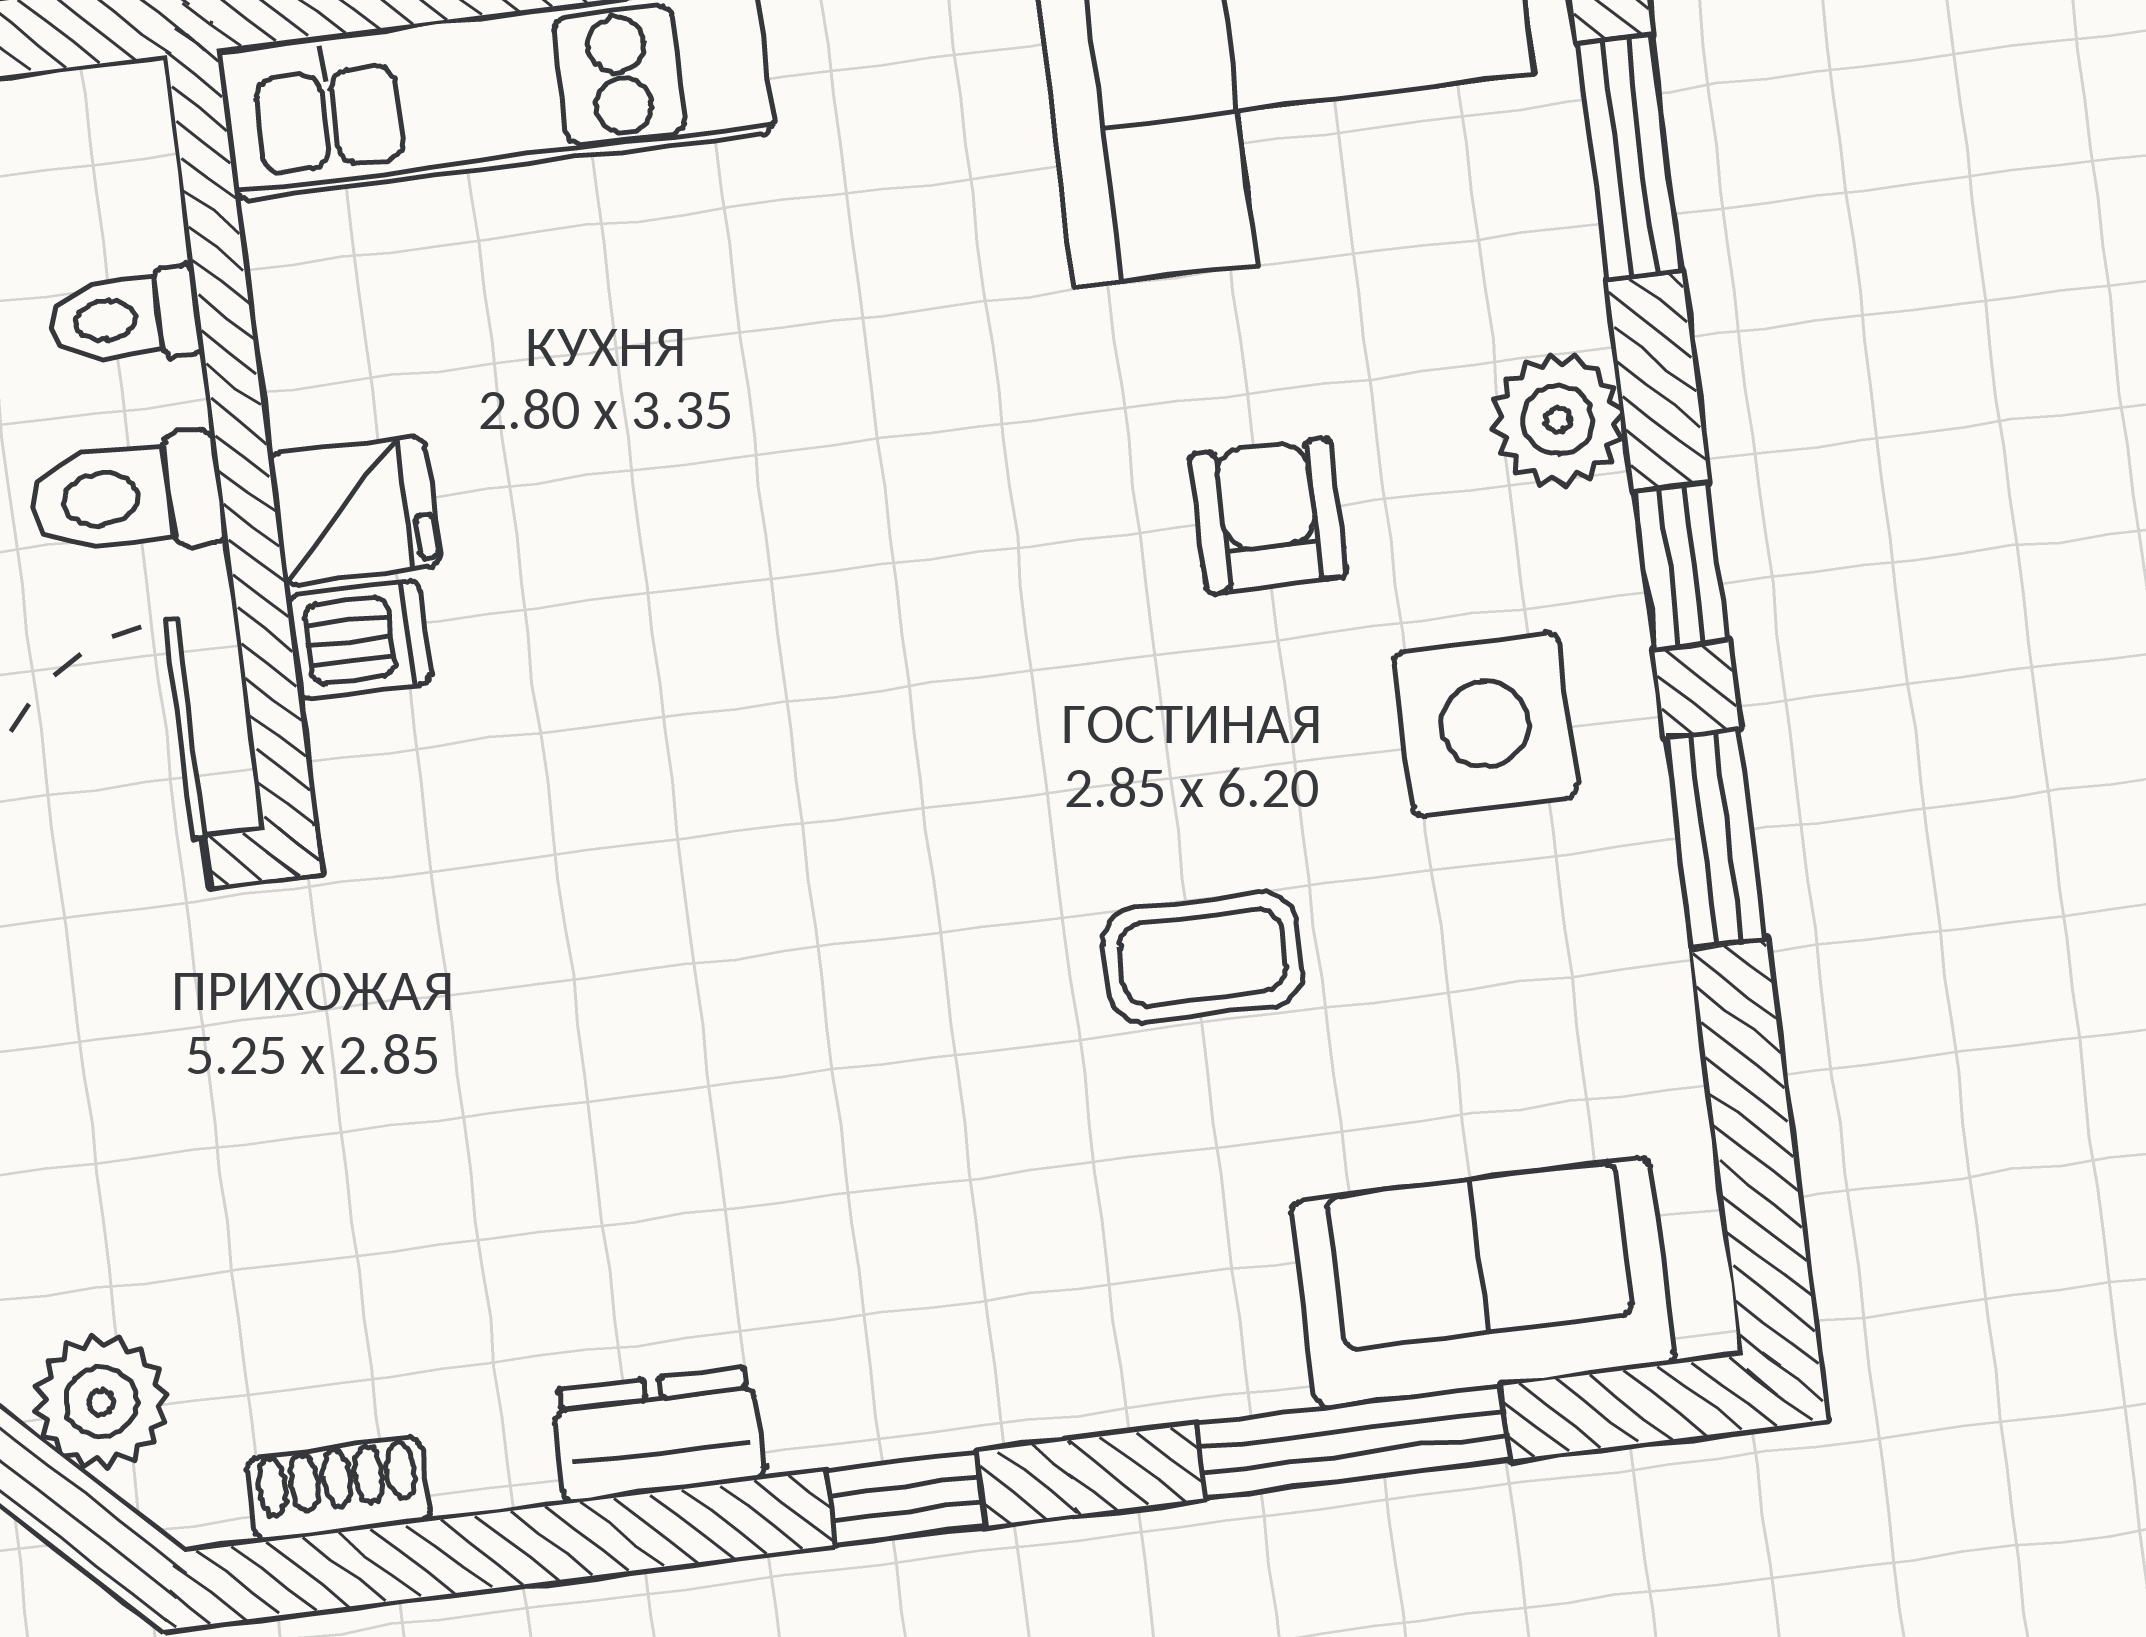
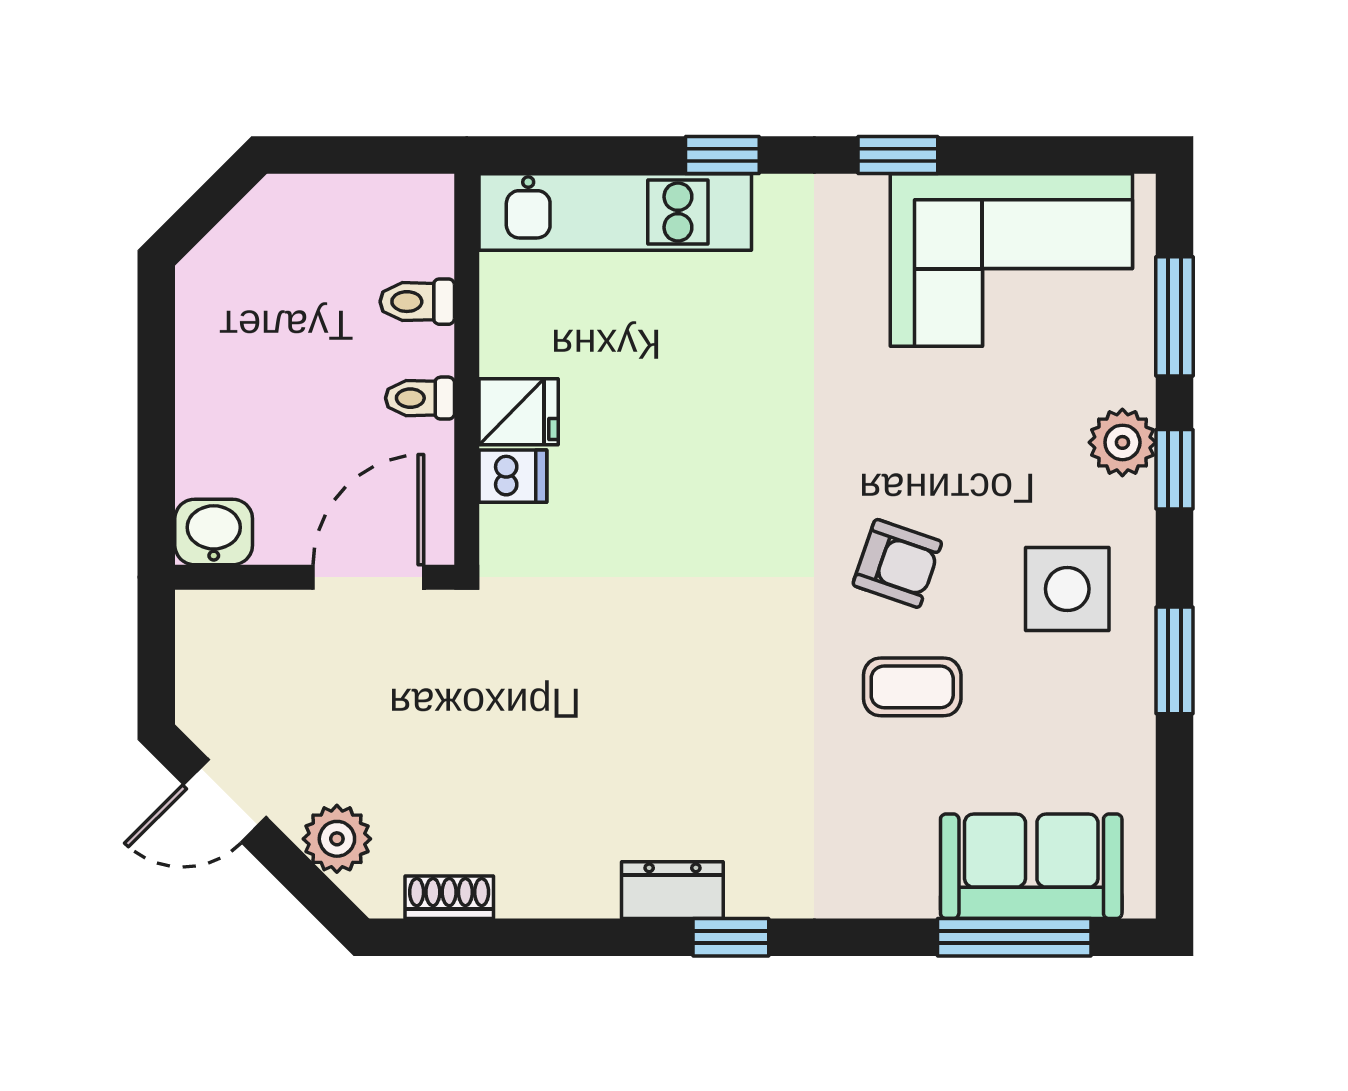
toilet: (127, 496) -> (420, 398), width x0.73, depth x0.72
armchair: (1268, 516) -> (897, 563), moved, turned 109
window: (1681, 566) -> (1174, 469), moved
dresser: (658, 1435) -> (672, 890), moved
window: (1353, 1442) -> (1014, 937), moved

